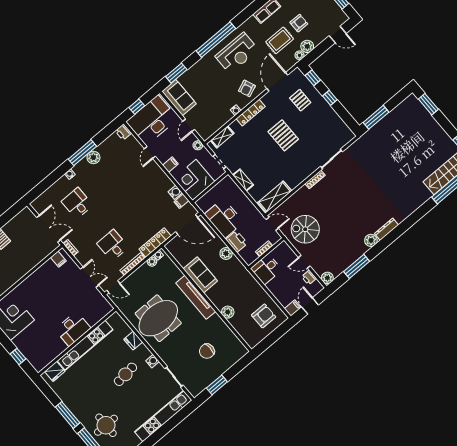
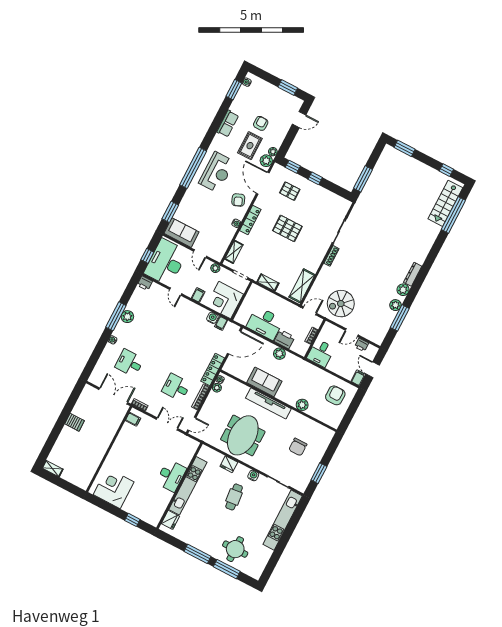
plant: (307, 46) -> (266, 161), moved
plant: (327, 278) -> (395, 305), moved

